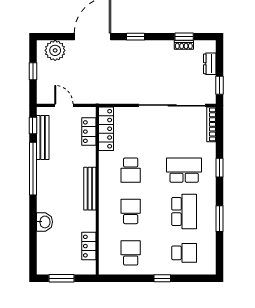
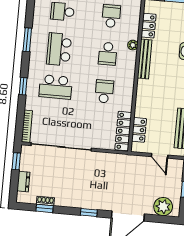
bench: (90, 189) -> (145, 59), moved
plant: (104, 223) -> (133, 45), added
school desk: (131, 253) -> (111, 16), turned 180

